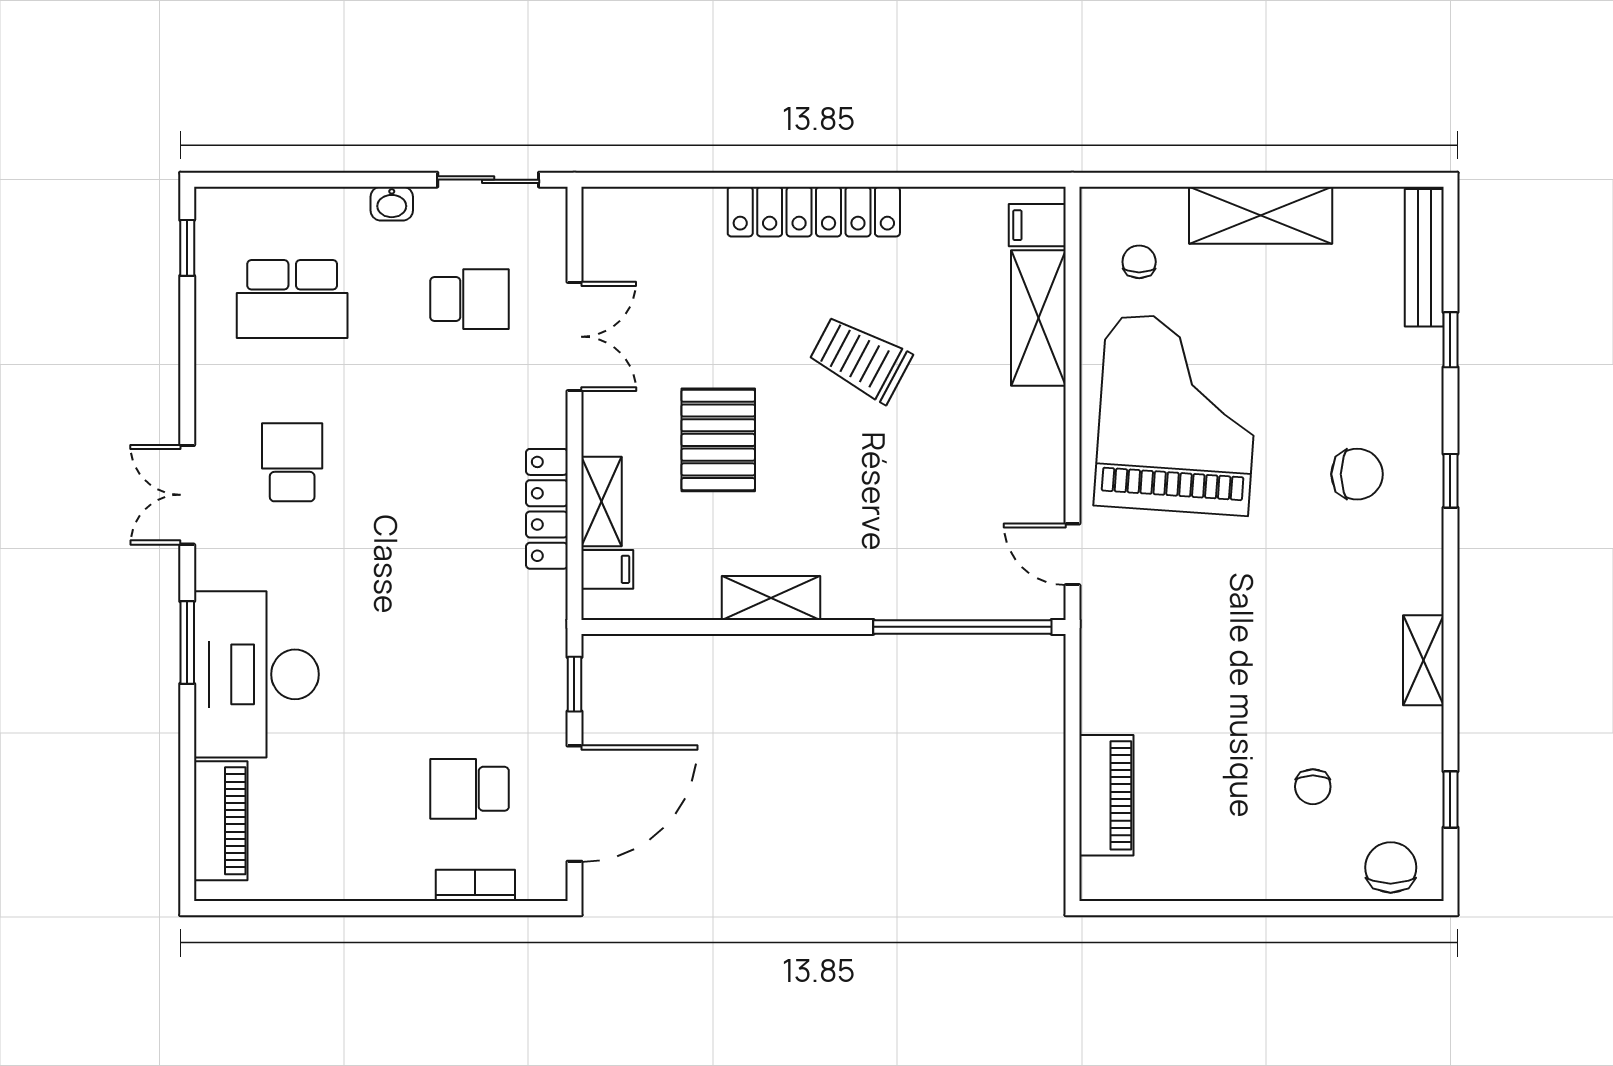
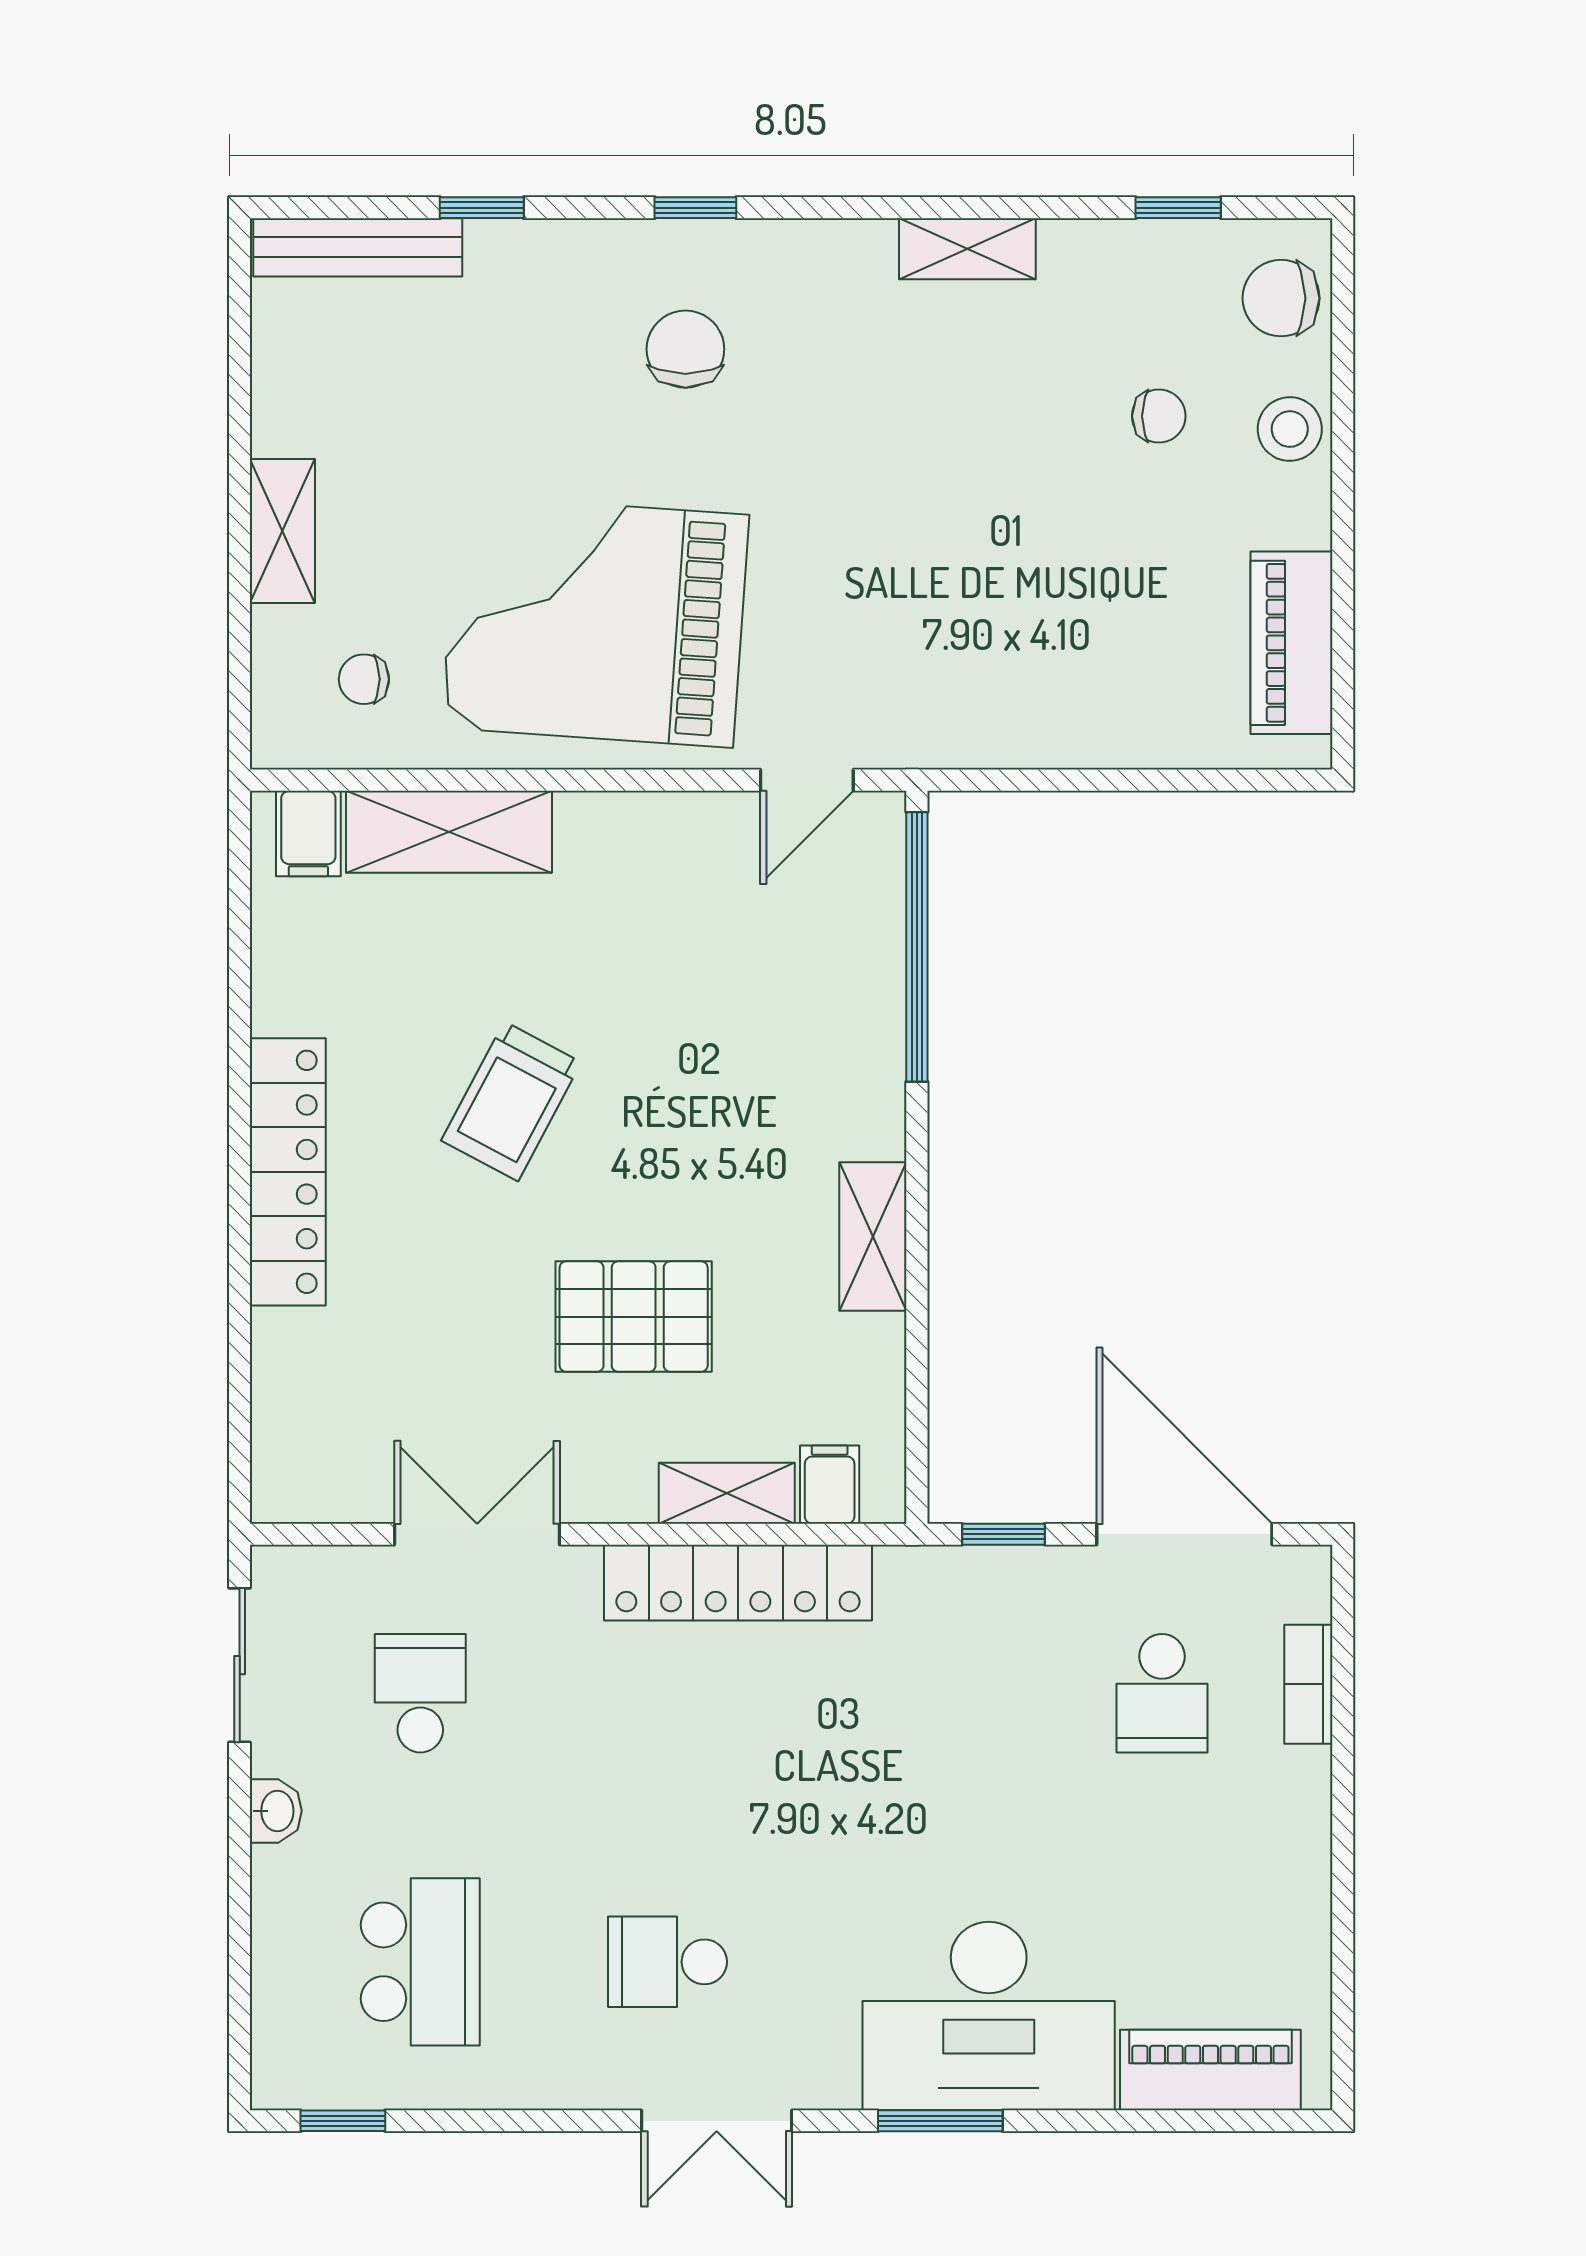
shelving: (1261, 215) -> (282, 531), width x0.67, depth x0.75
locker: (547, 509) -> (738, 1583), width x1.41, depth x1.21
piano: (1106, 795) -> (1291, 643), moved, turned -90
stool: (1304, 873) -> (1290, 429), added

